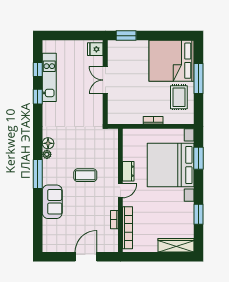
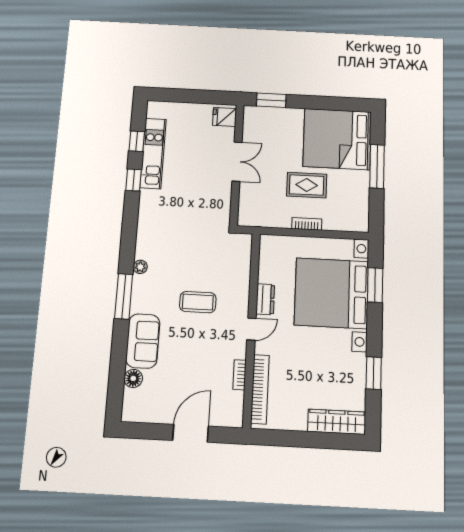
double door: (105, 80) -> (237, 162), swing flipped
rug: (179, 97) -> (307, 185), moved, turned 90
floor lamp: (48, 143) -> (133, 378), moved

